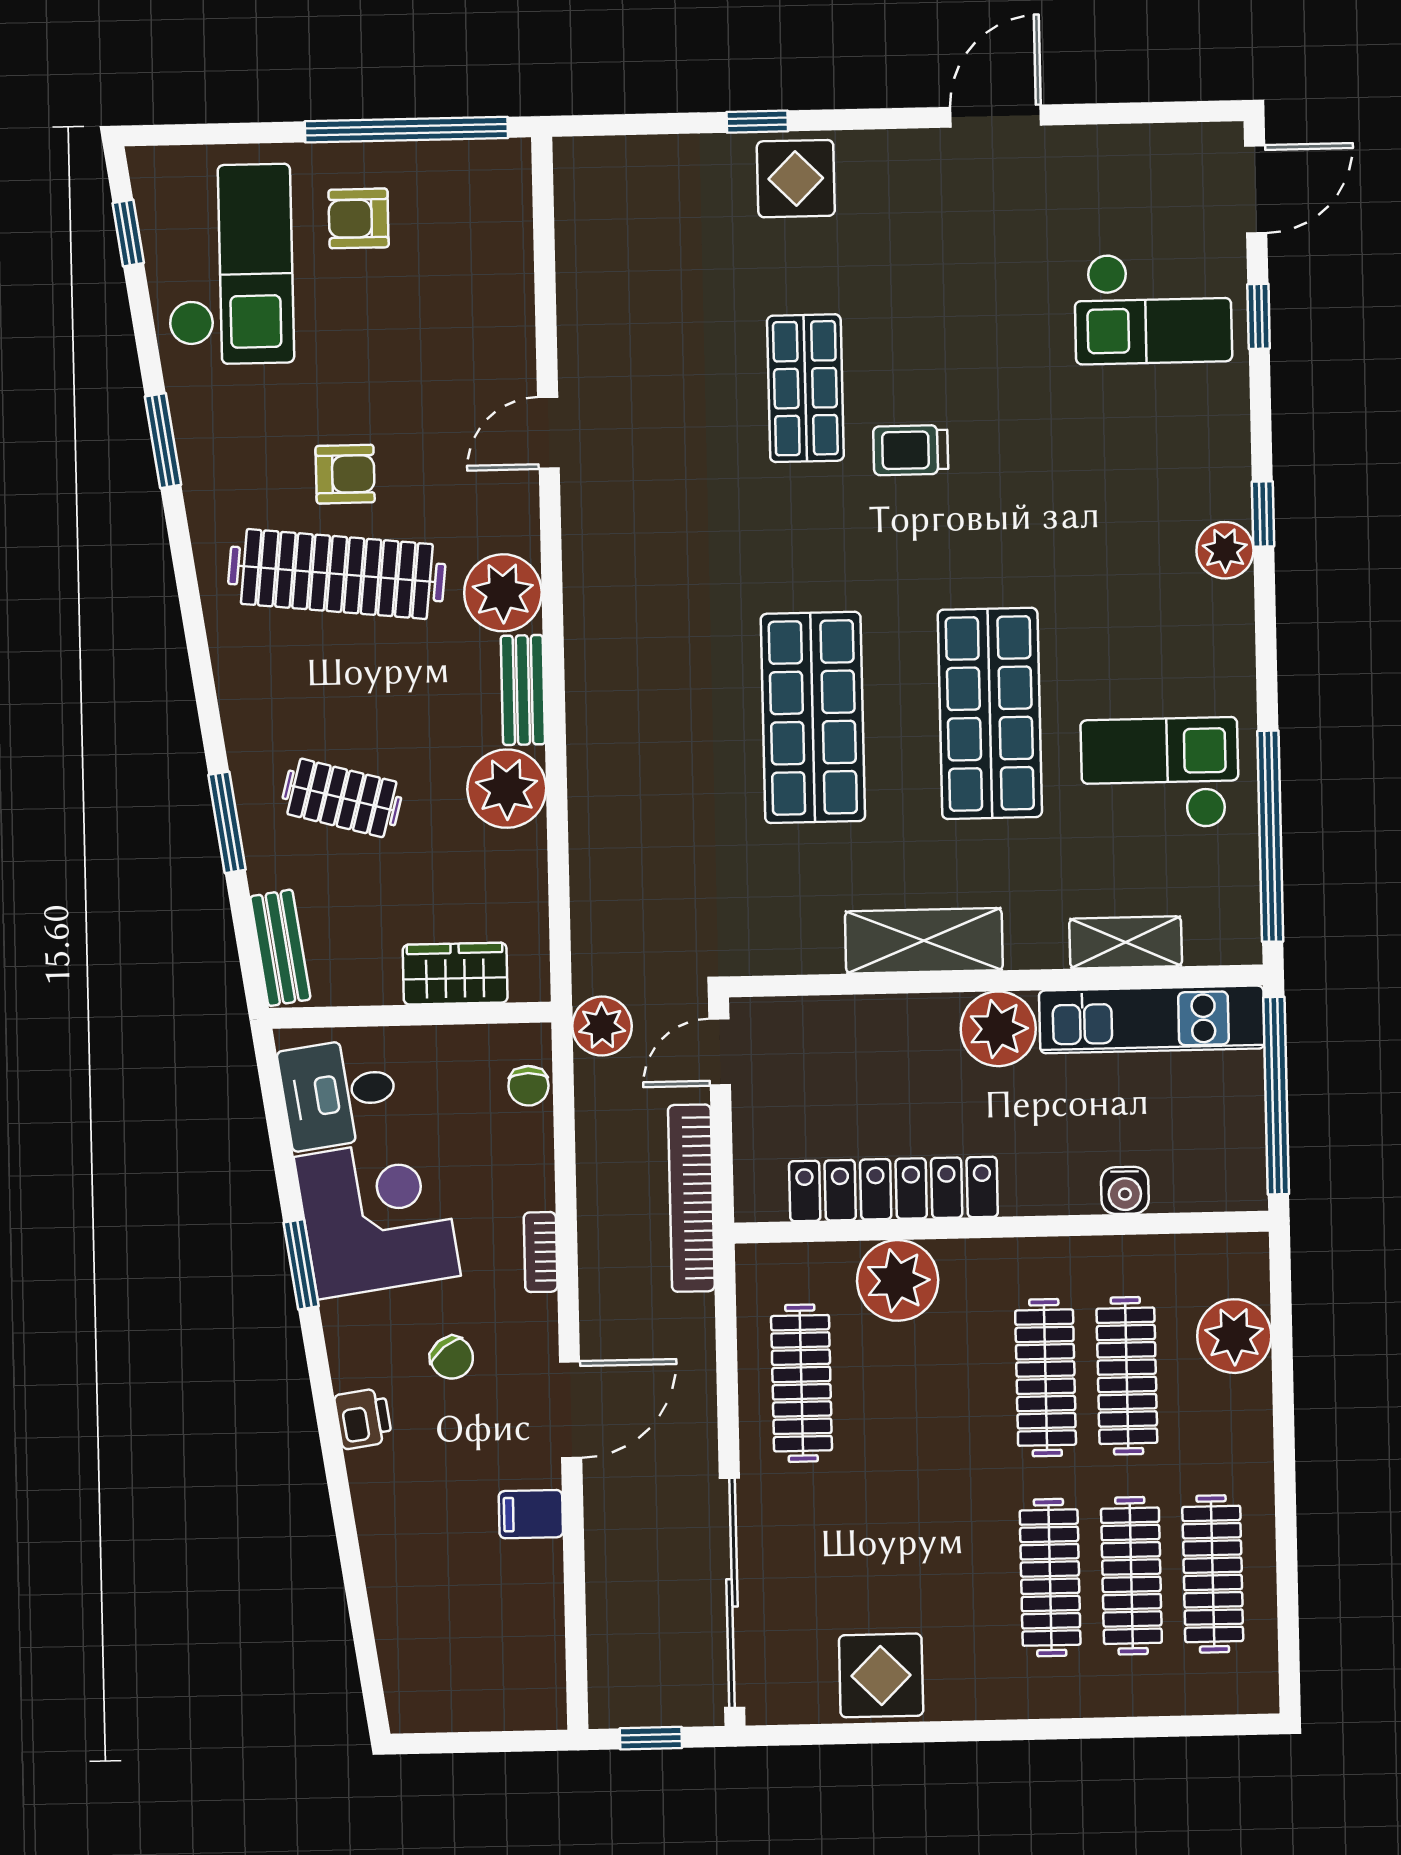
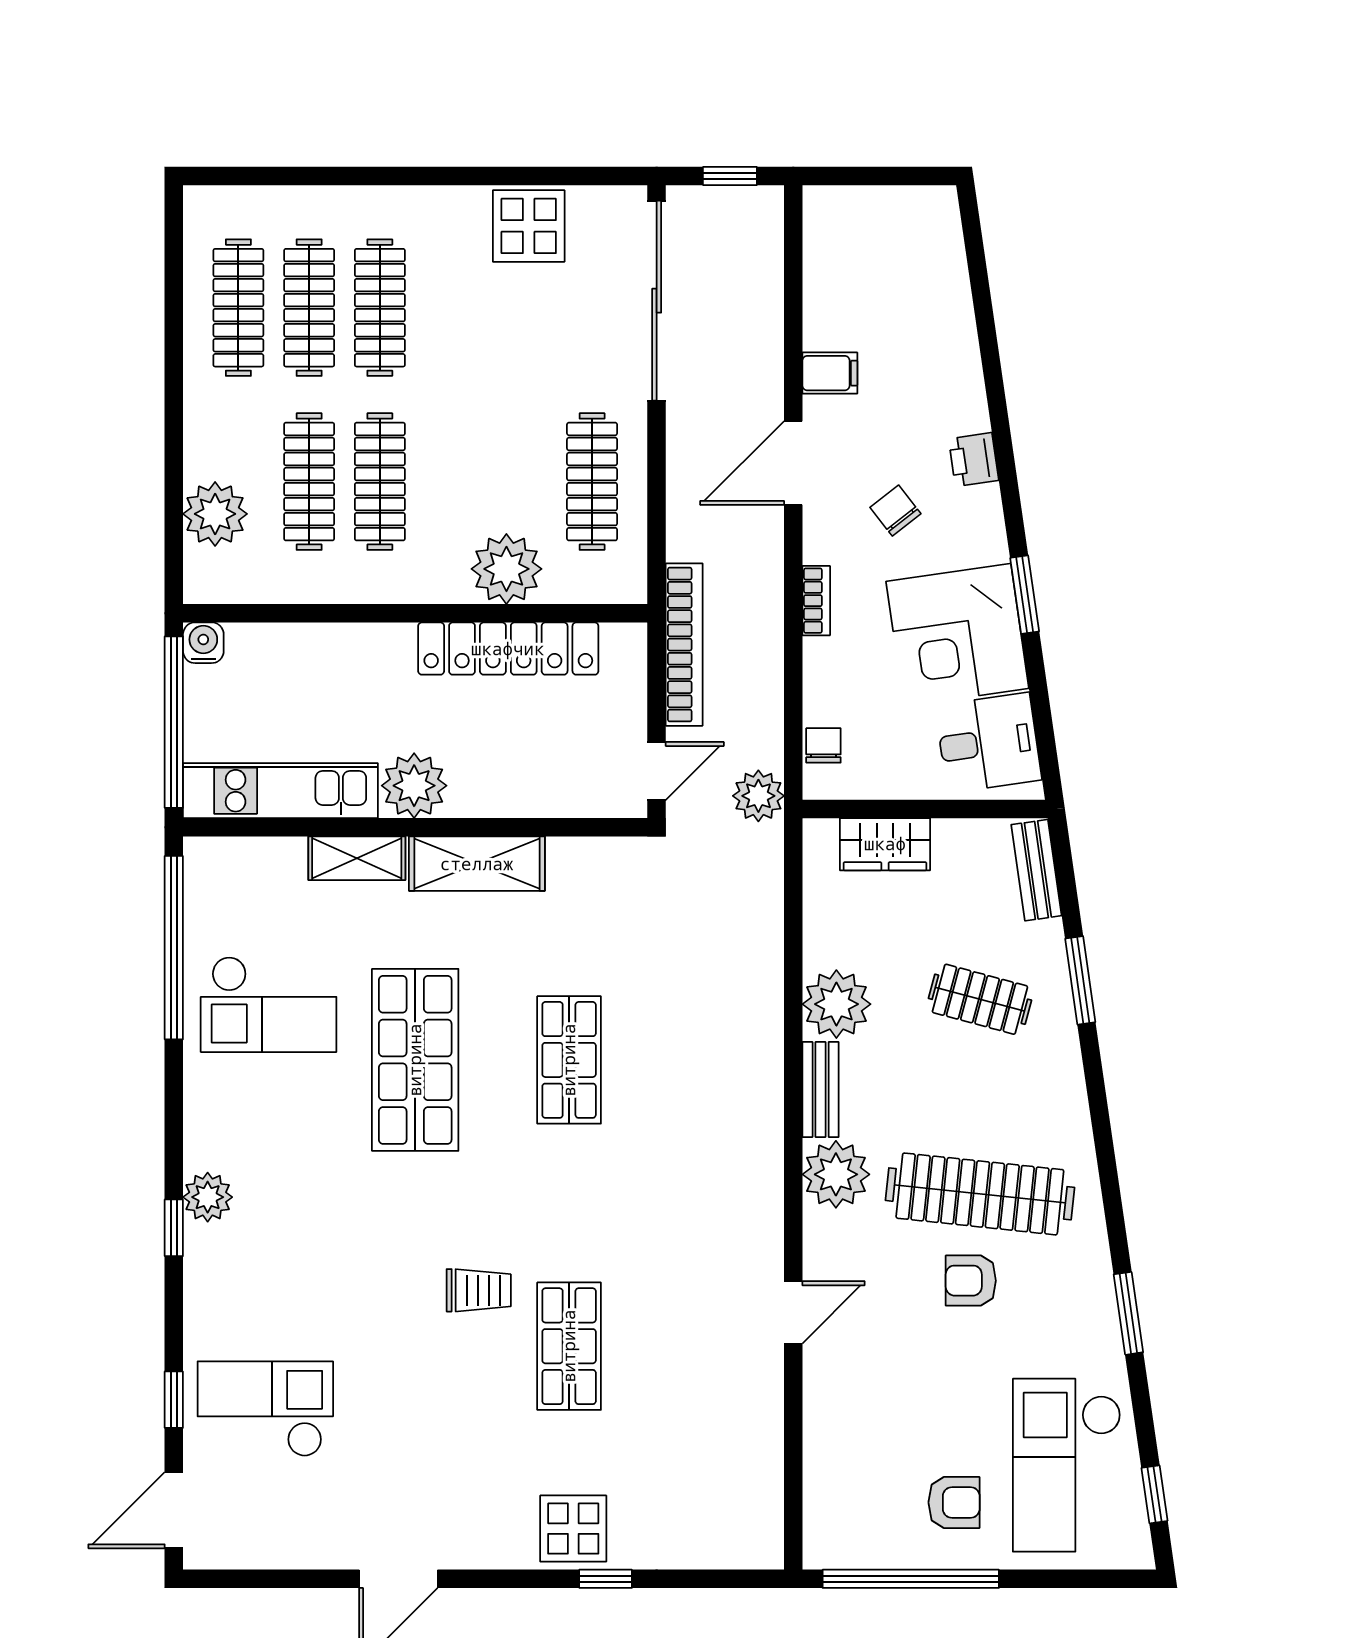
shop shelf: (813, 717) -> (569, 1060), width x0.70, depth x0.74
shelving: (1126, 942) -> (357, 858), moved
water cooler: (1125, 1190) -> (203, 643), moved

